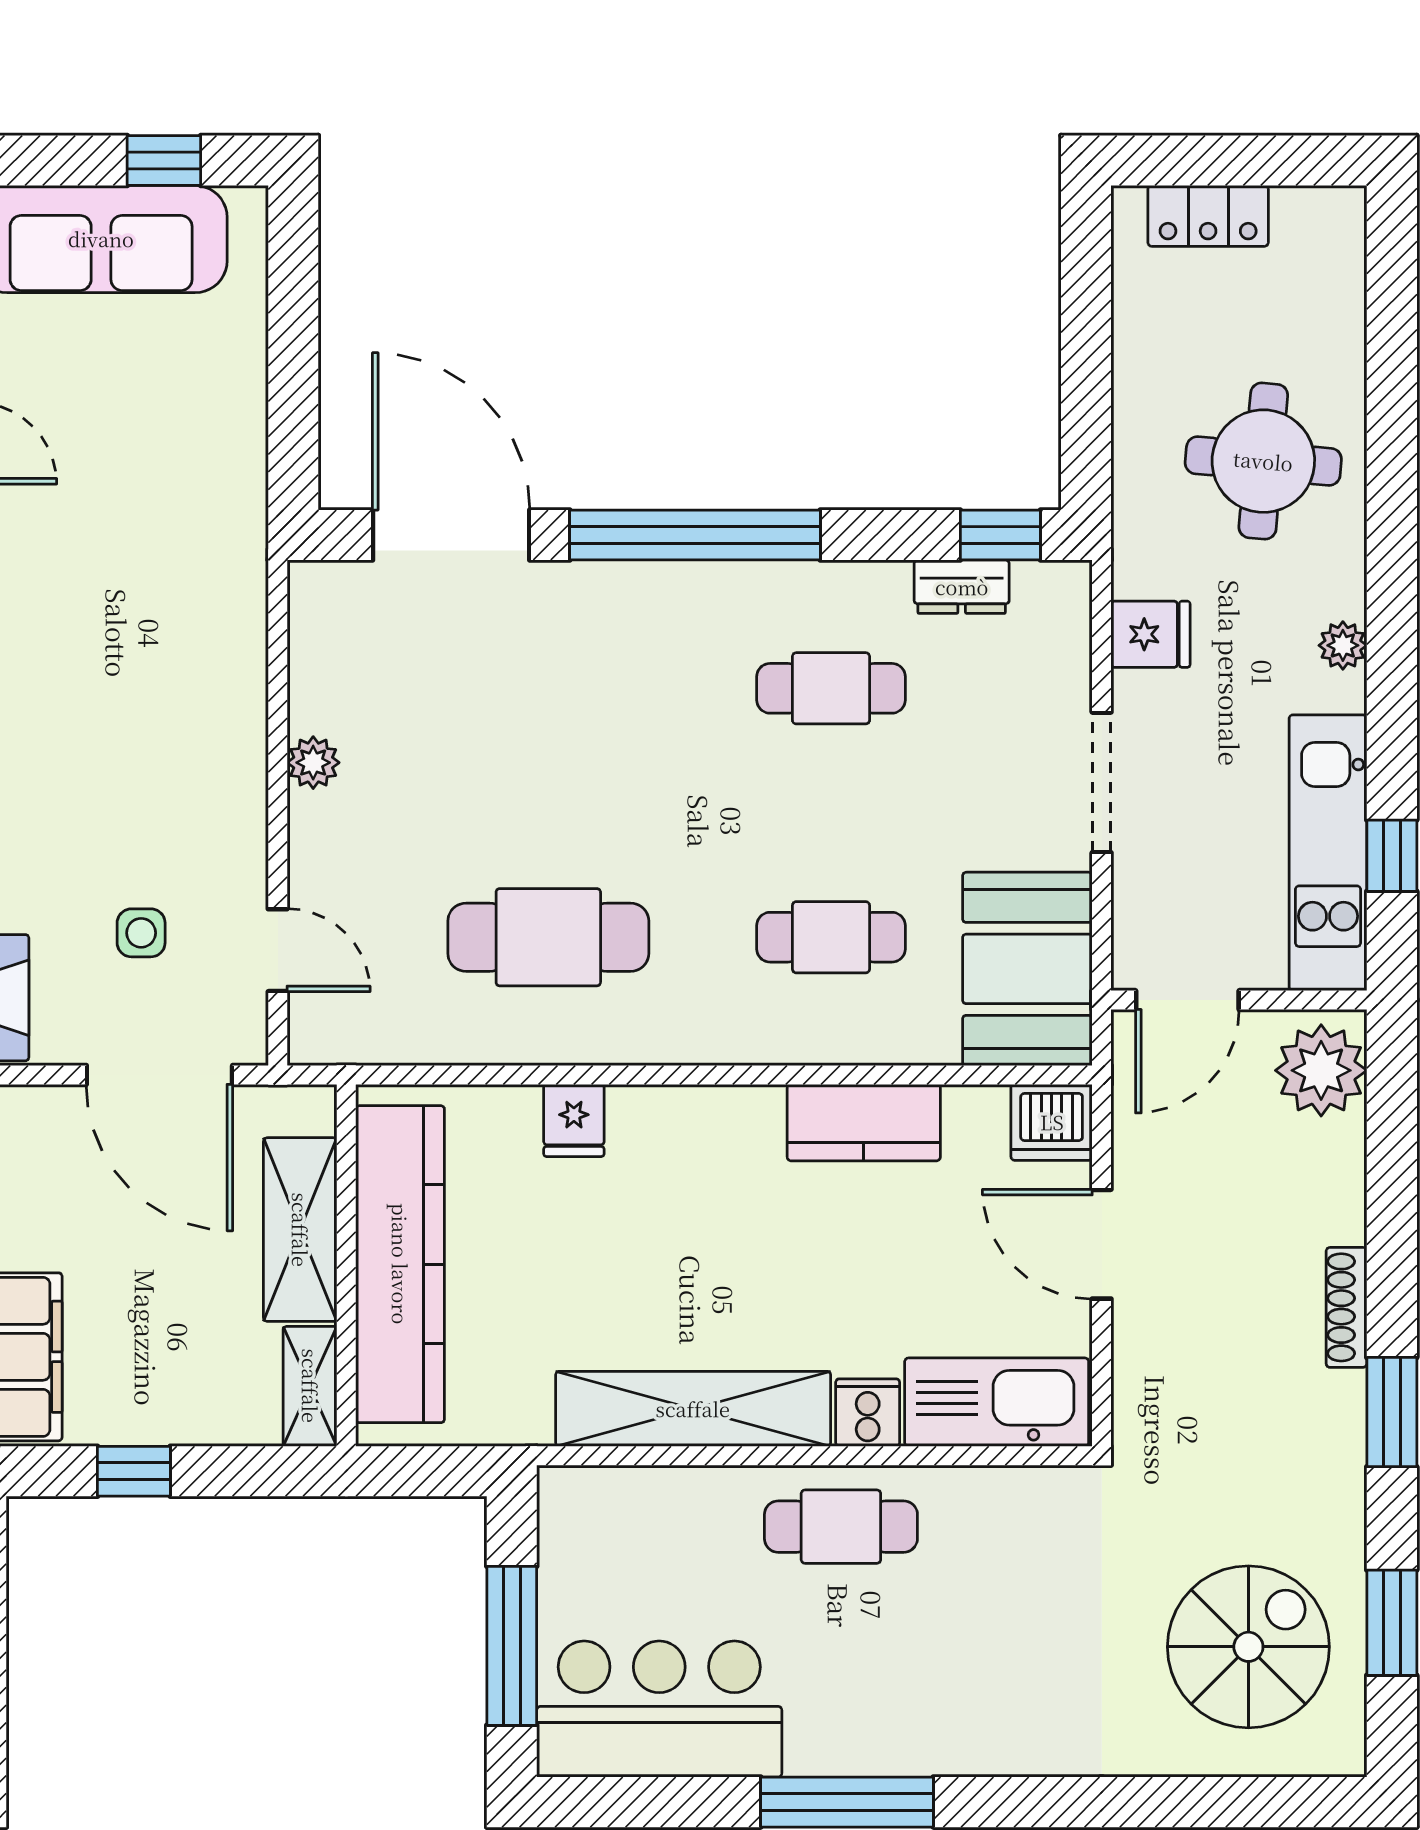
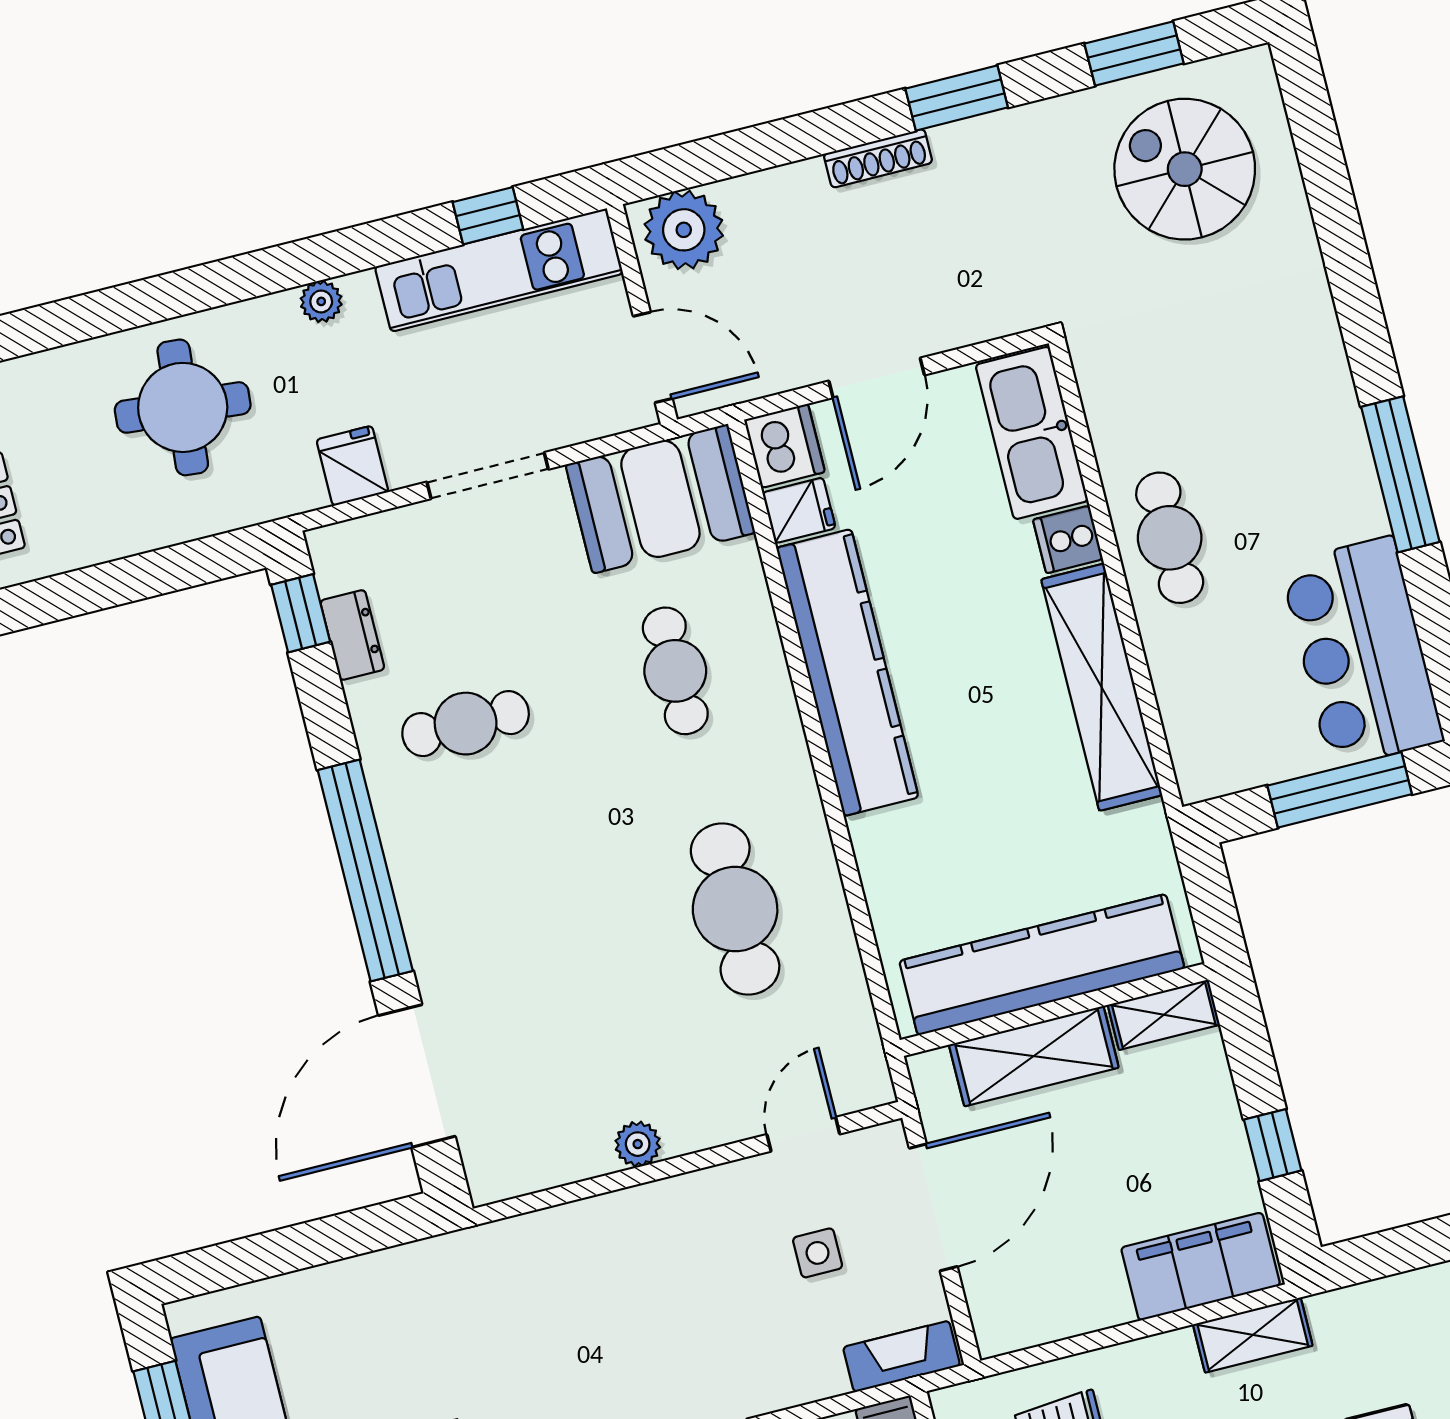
cafe table: (831, 688) -> (466, 724), turned 90
fridge: (574, 1120) -> (799, 510), moved
kitchen counter: (864, 1123) -> (847, 673), width x2.08, depth x1.17

